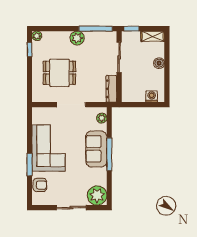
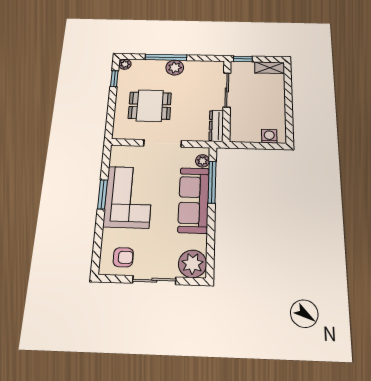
window: (96, 29) -> (166, 57), moved
boiler: (159, 63) -> (278, 98), removed
sofa: (96, 149) -> (194, 200), width x1.36
window: (109, 154) -> (212, 182), moved
window: (30, 165) -> (103, 194), moved
armchair: (40, 185) -> (123, 257), moved

